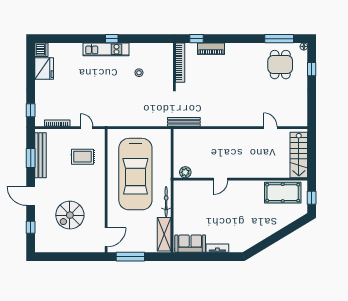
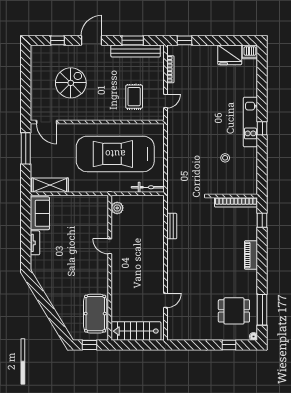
piano: (211, 49) -> (251, 255), moved
bench: (184, 122) -> (172, 226), moved, width x0.73
bicycle: (166, 202) -> (148, 187), moved
spiral stairs: (70, 215) -> (71, 83), turned 90

